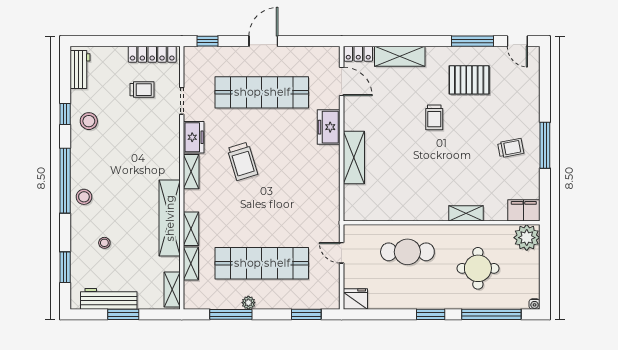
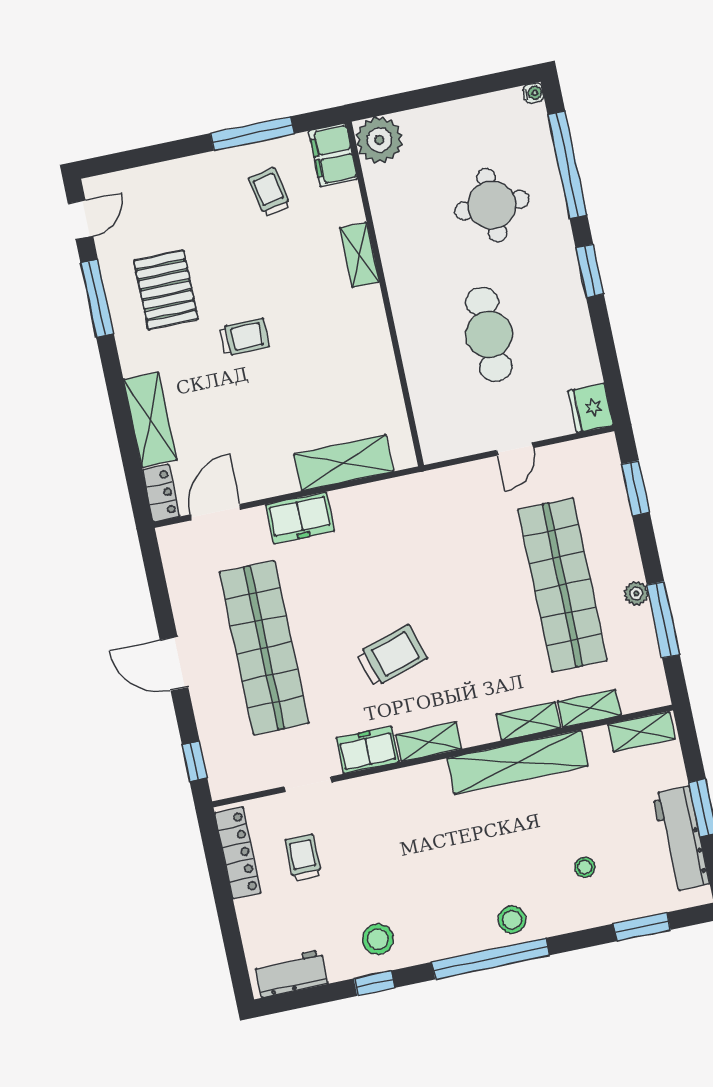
filing cabinet: (524, 210) -> (333, 155), moved
shelving: (466, 213) -> (360, 255), moved
wall: (442, 223) -> (385, 294), moved
plant: (527, 238) -> (379, 140), moved

